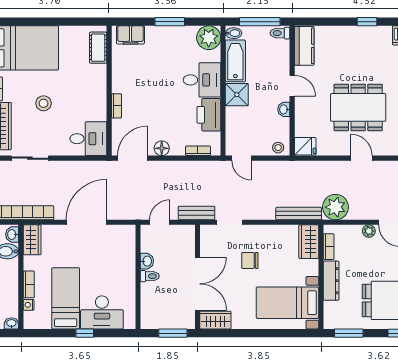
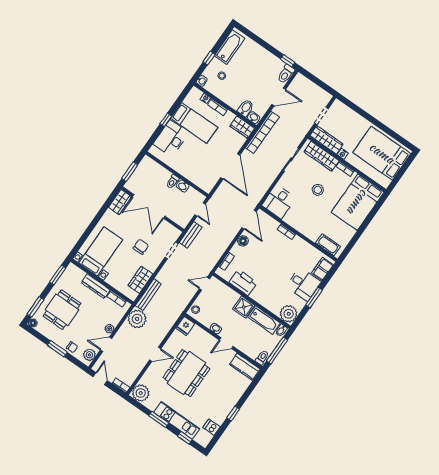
desk: (202, 80) -> (303, 284), moved, turned -90
wardrobe: (309, 242) -> (140, 280), moved, turned -90

